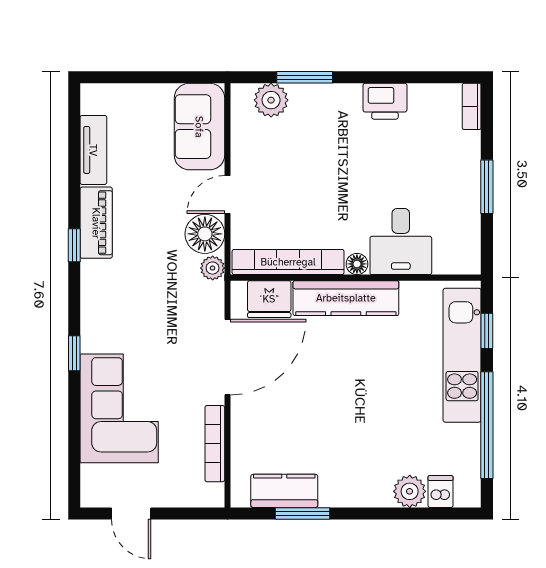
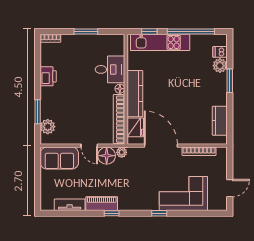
window: (303, 513) -> (230, 81), moved

